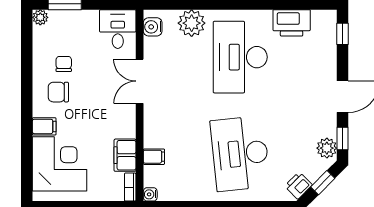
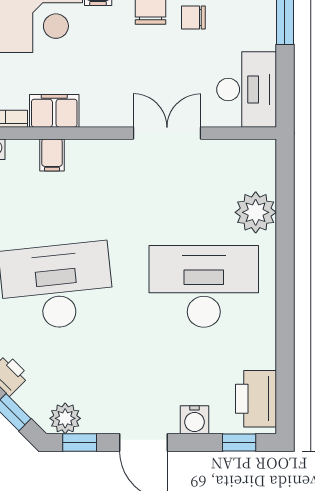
printer: (292, 23) -> (256, 399), moved
water cooler: (153, 27) -> (194, 420), moved, turned 180
desk: (118, 29) -> (247, 90), width x1.37
chair: (64, 64) -> (193, 17), turned 180

